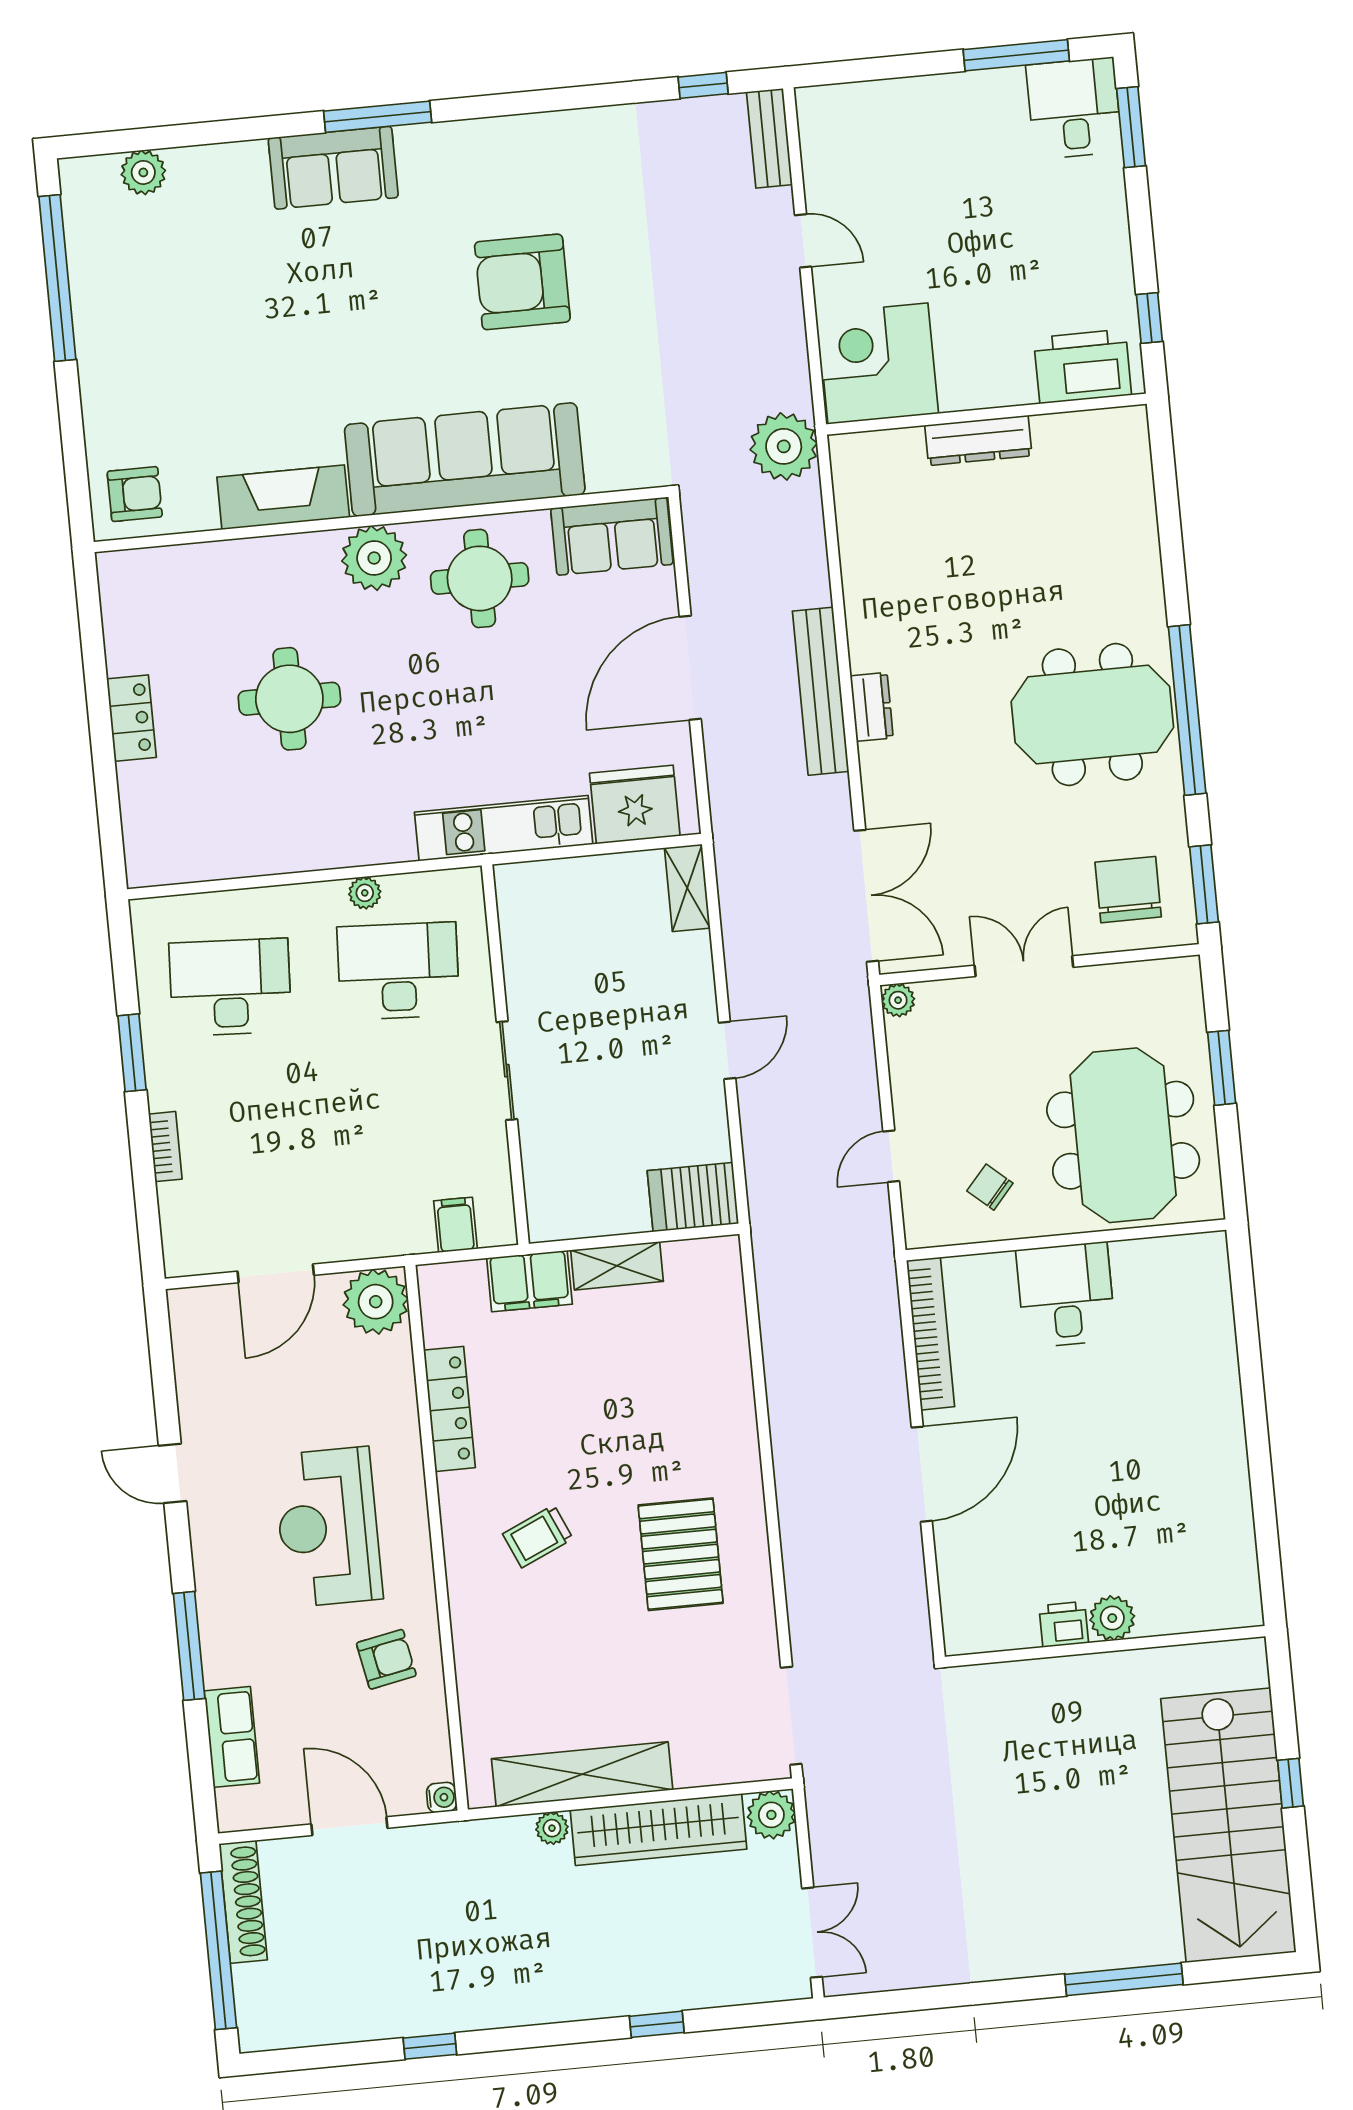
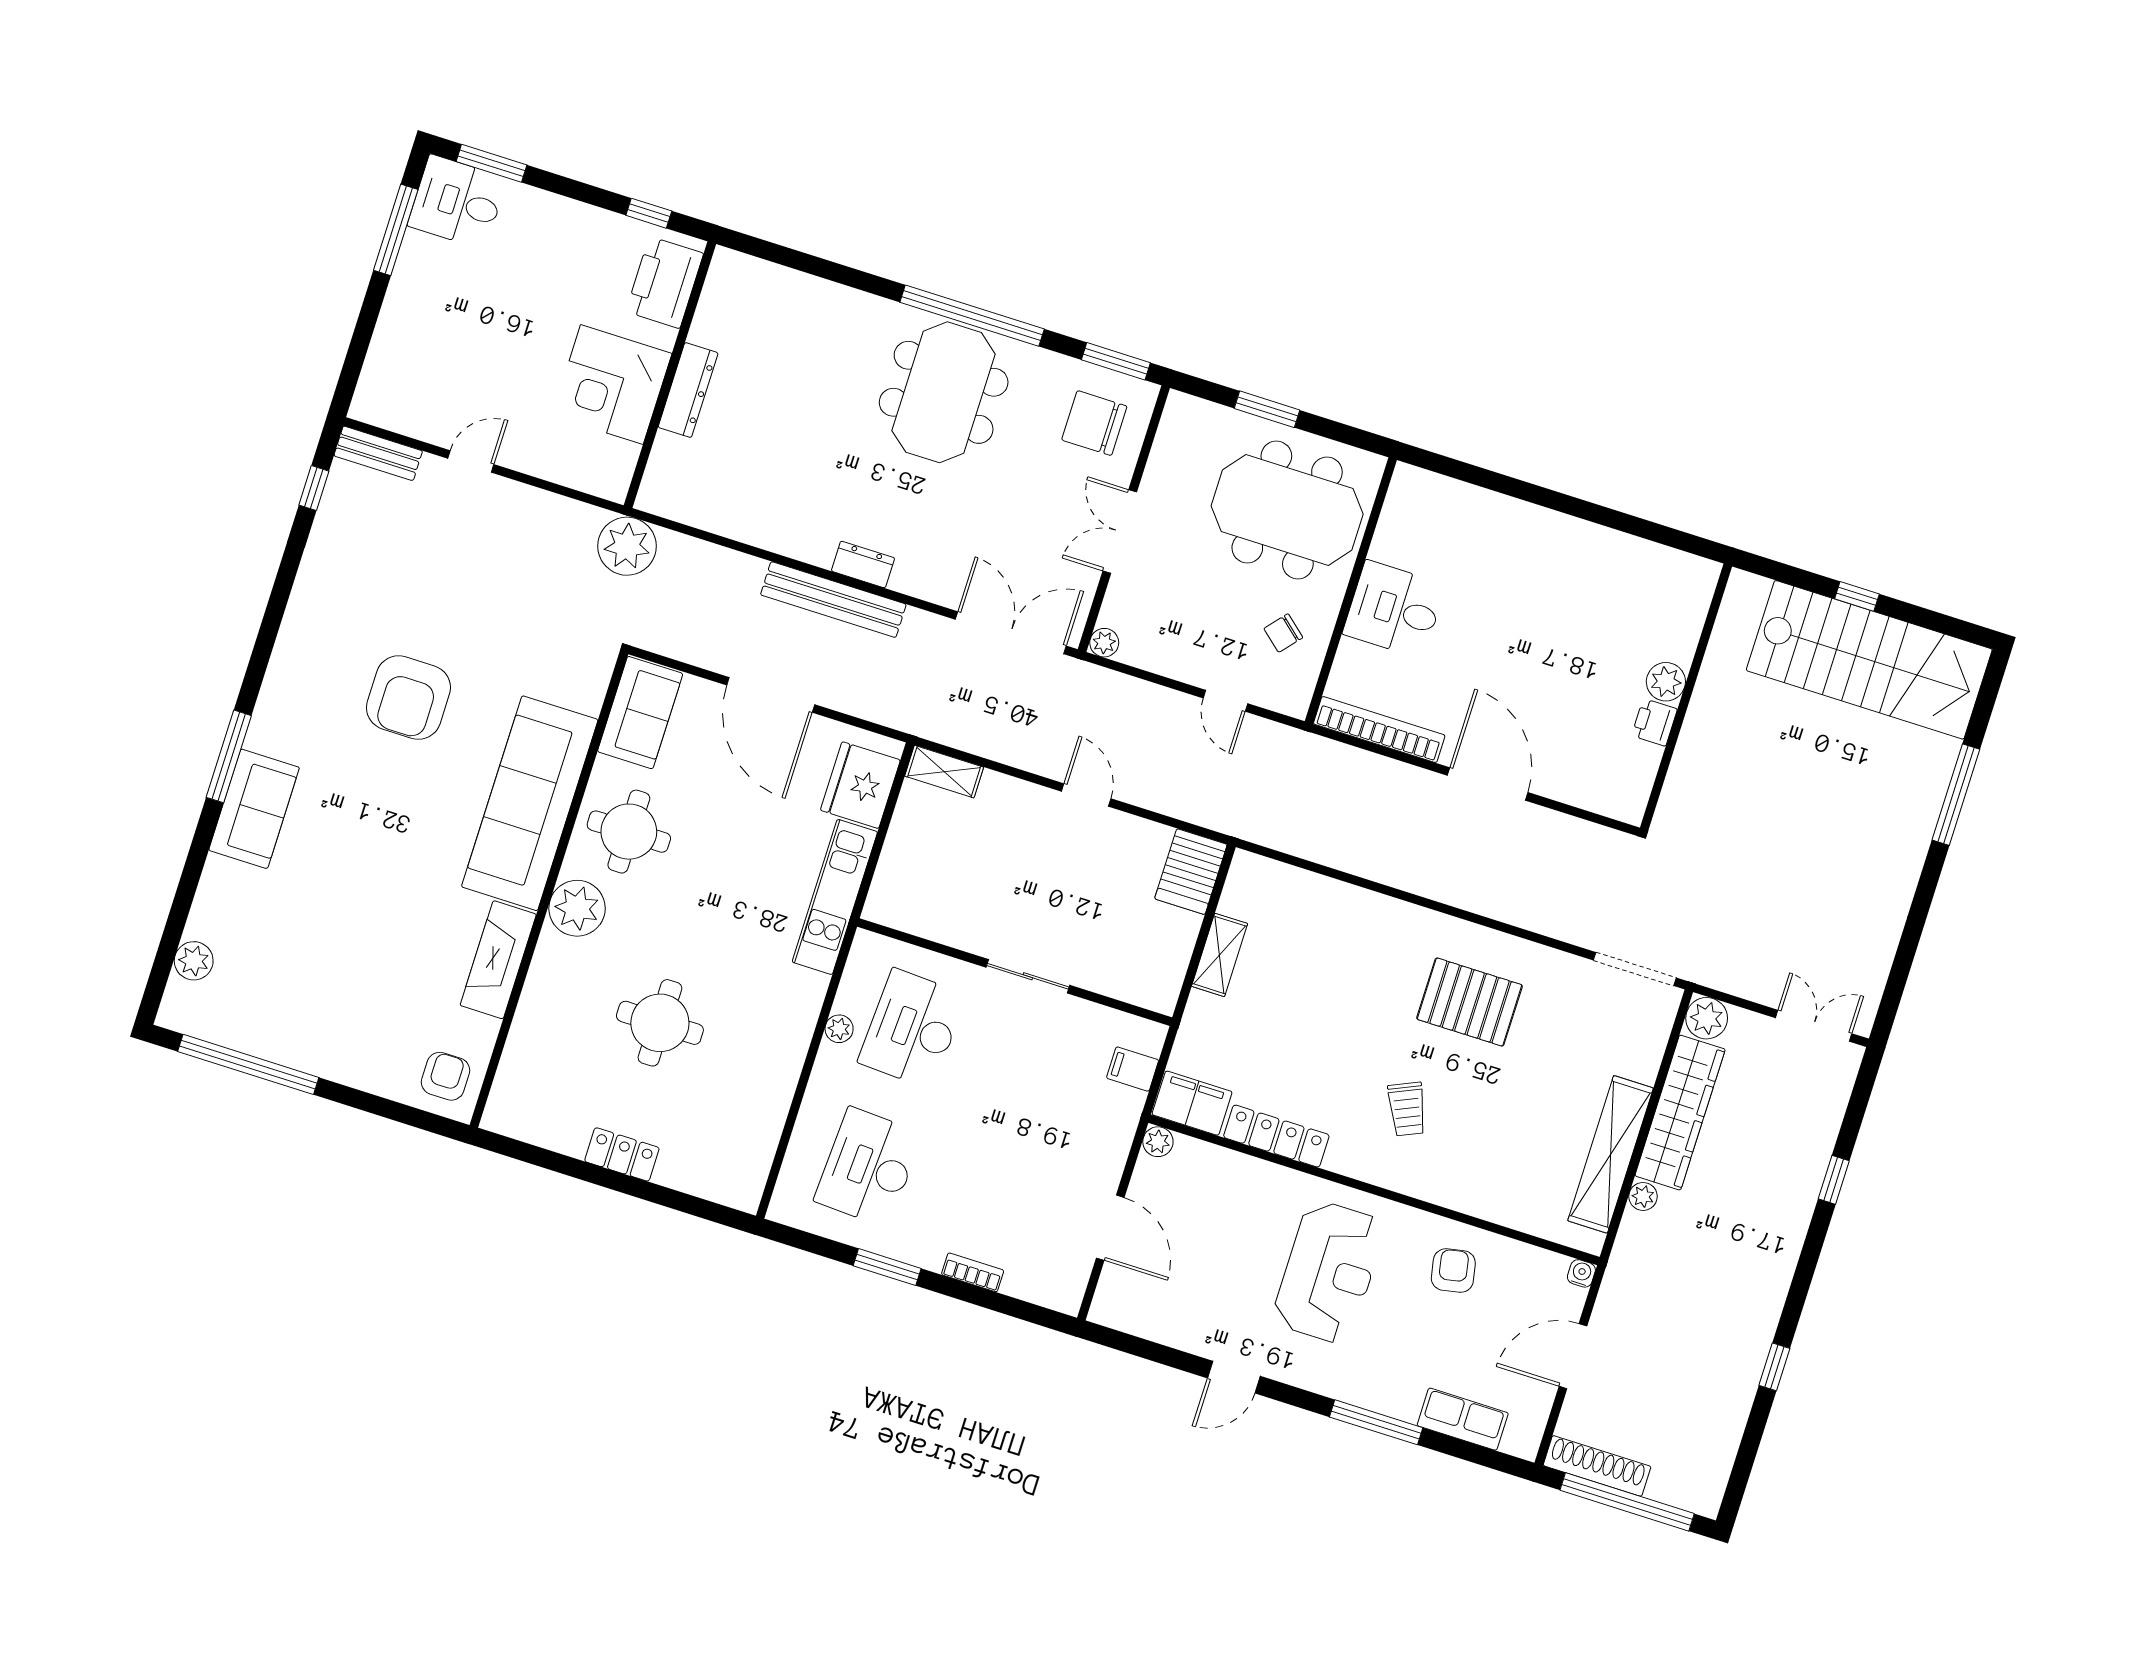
corner desk: (878, 364) -> (612, 385), moved
filing cabinet: (529, 1281) -> (1192, 1103), moved, turned -90
plant: (376, 1302) -> (1158, 1142), width x0.53, depth x0.53
reception desk: (328, 1527) -> (1329, 1272), turned -90

